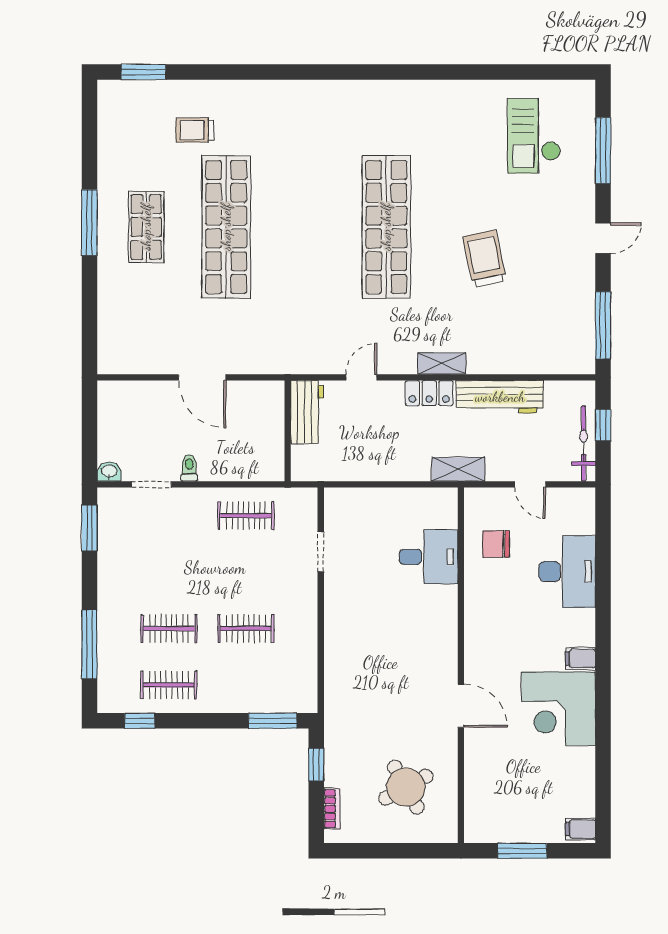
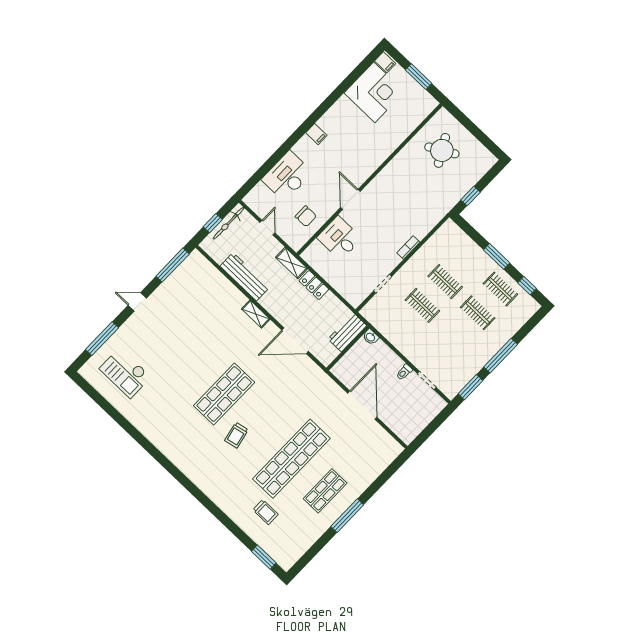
checkout: (534, 136) -> (125, 373), turned 90
shop shelf: (386, 227) -> (224, 394), width x0.71
trolley: (485, 259) -> (236, 435), moved, width x0.73, depth x0.72
door: (202, 377) -> (362, 405), width x1.36
door: (361, 377) -> (295, 341), width x1.87
locker: (429, 393) -> (314, 285), moved, turned 180
workbench: (307, 412) -> (347, 332), moved
washbasin: (109, 472) -> (371, 337), moved
clothes rail: (246, 516) -> (422, 305), moved
window: (89, 644) -> (501, 356), moved
door: (461, 706) -> (350, 199), moved
corner desk: (558, 709) -> (374, 92), moved
window: (273, 721) -> (497, 256), moved
bookcase: (332, 809) -> (408, 248), moved

